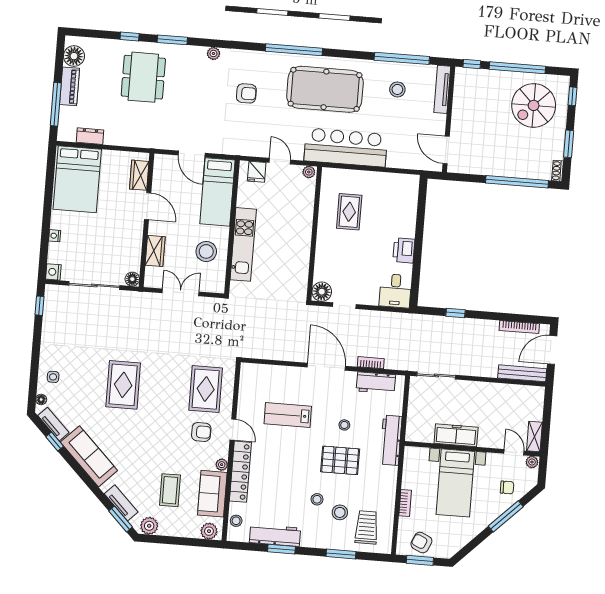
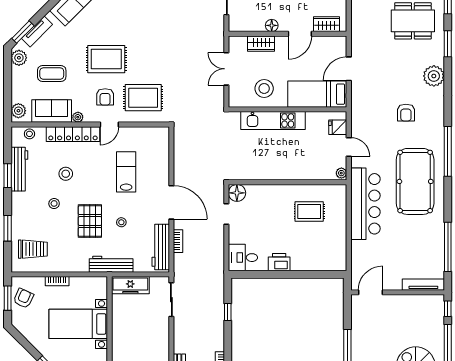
plant: (213, 54) -> (434, 76), width x1.87, depth x1.87
stool: (397, 89) -> (420, 245), removed
door: (280, 161) -> (349, 147), hinge flipped
floor lamp: (132, 279) -> (272, 25), moved
double door: (181, 292) -> (226, 69), swing flipped
door: (326, 367) -> (171, 202), hinge flipped
workbench: (376, 383) -> (161, 247), width x1.38
rug: (123, 385) -> (106, 59), moved
freezer: (456, 435) -> (130, 285), moved, turned 90
stool: (340, 512) -> (66, 174), moved

